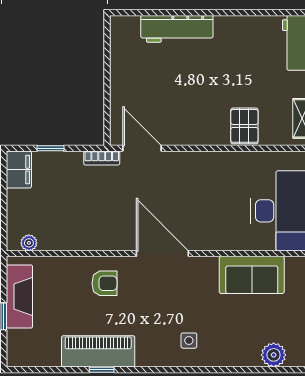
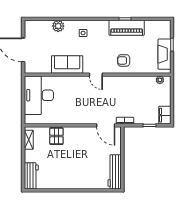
workbench: (177, 29) -> (115, 172), moved, turned -90
door: (162, 254) -> (96, 75), width x0.53
sofa: (252, 275) -> (67, 64), moved
plant: (274, 355) -> (58, 26), moved

